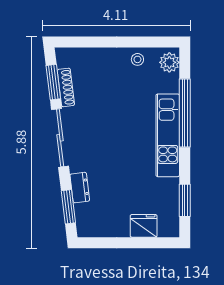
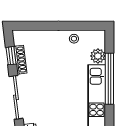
plant: (169, 62) -> (98, 56), moved
window: (53, 82) -> (11, 56), width x0.67

